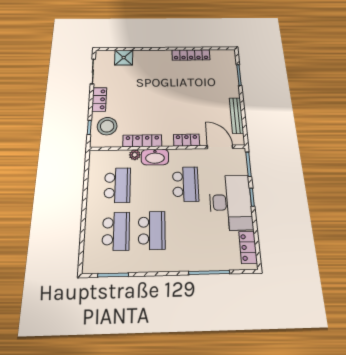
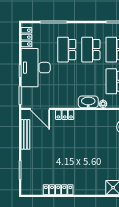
locker: (142, 141) -> (98, 115), removed
school desk: (185, 184) -> (67, 50), moved

